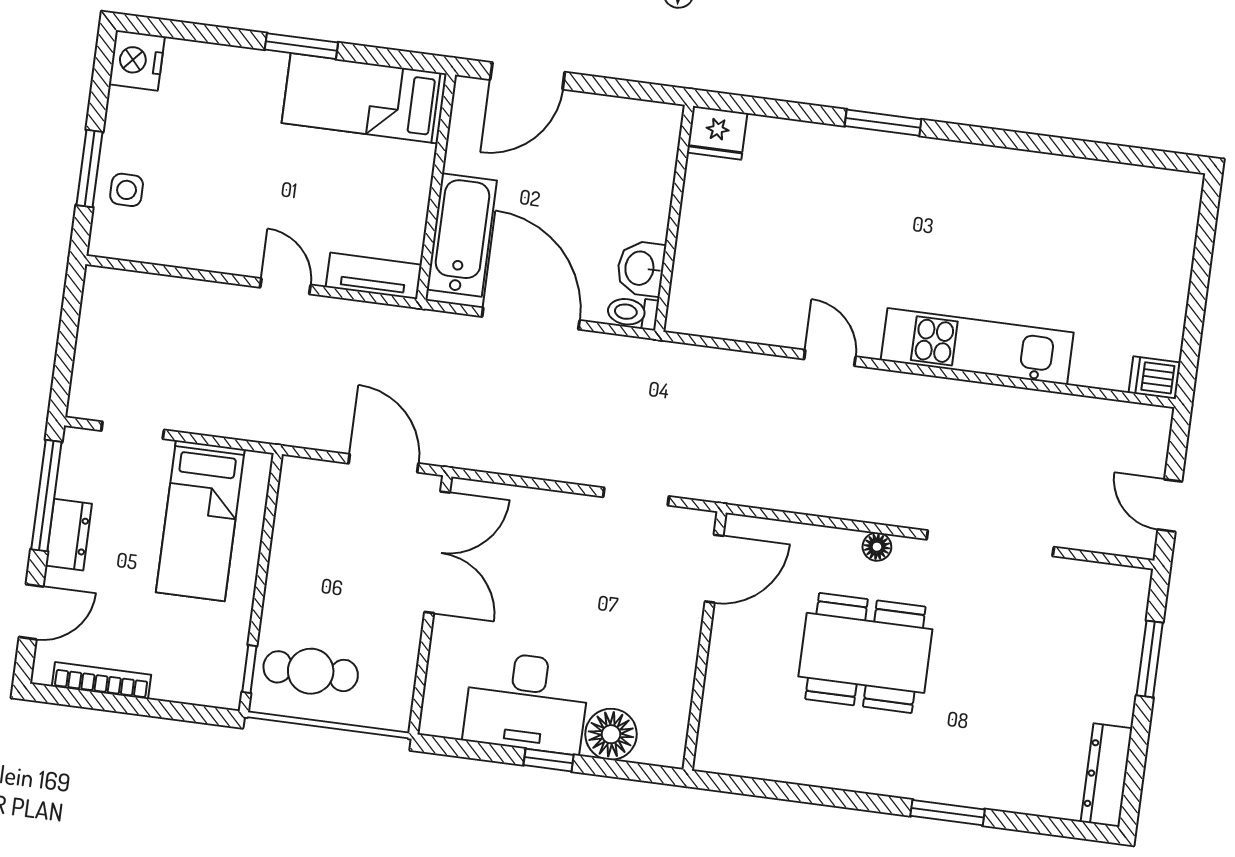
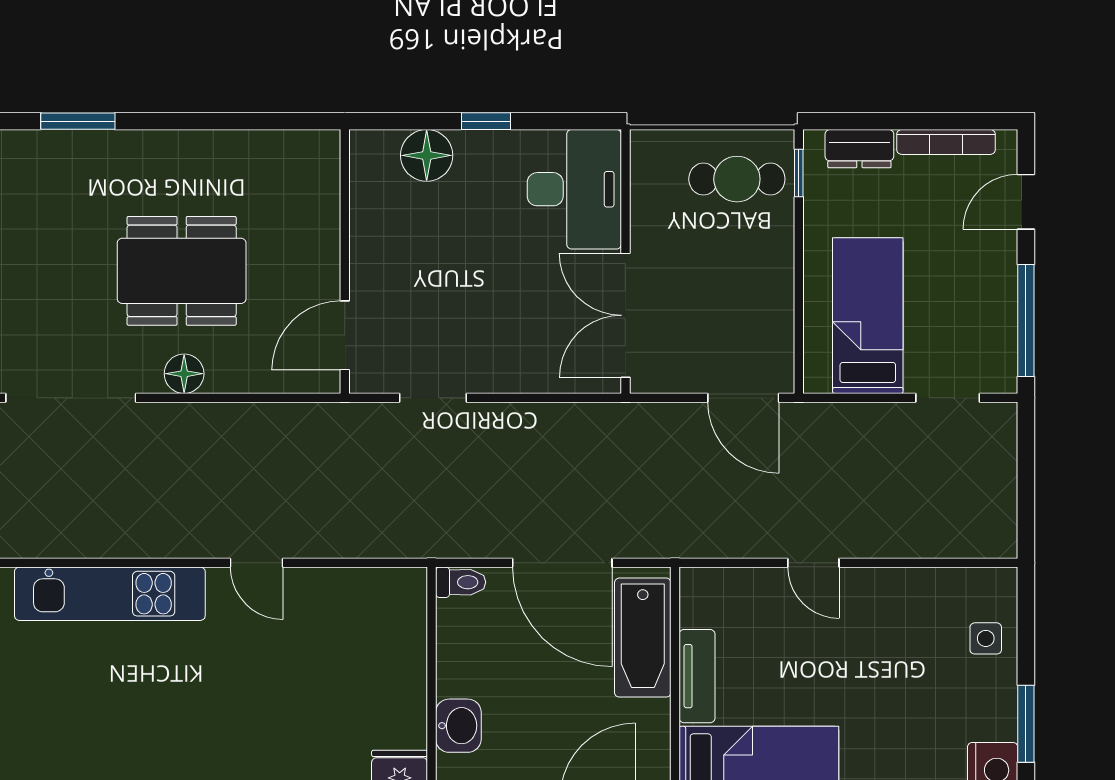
window: (90, 168) -> (1026, 724), moved
washbasin: (641, 268) -> (458, 726), moved
tv unit: (374, 276) -> (697, 676), moved, turned -90
door: (384, 463) -> (743, 398), moved
dresser: (69, 535) -> (859, 149), moved, turned -90
floor lamp: (877, 547) -> (184, 374), width x1.37, depth x1.37
desk: (527, 702) -> (574, 189), moved, turned 90

